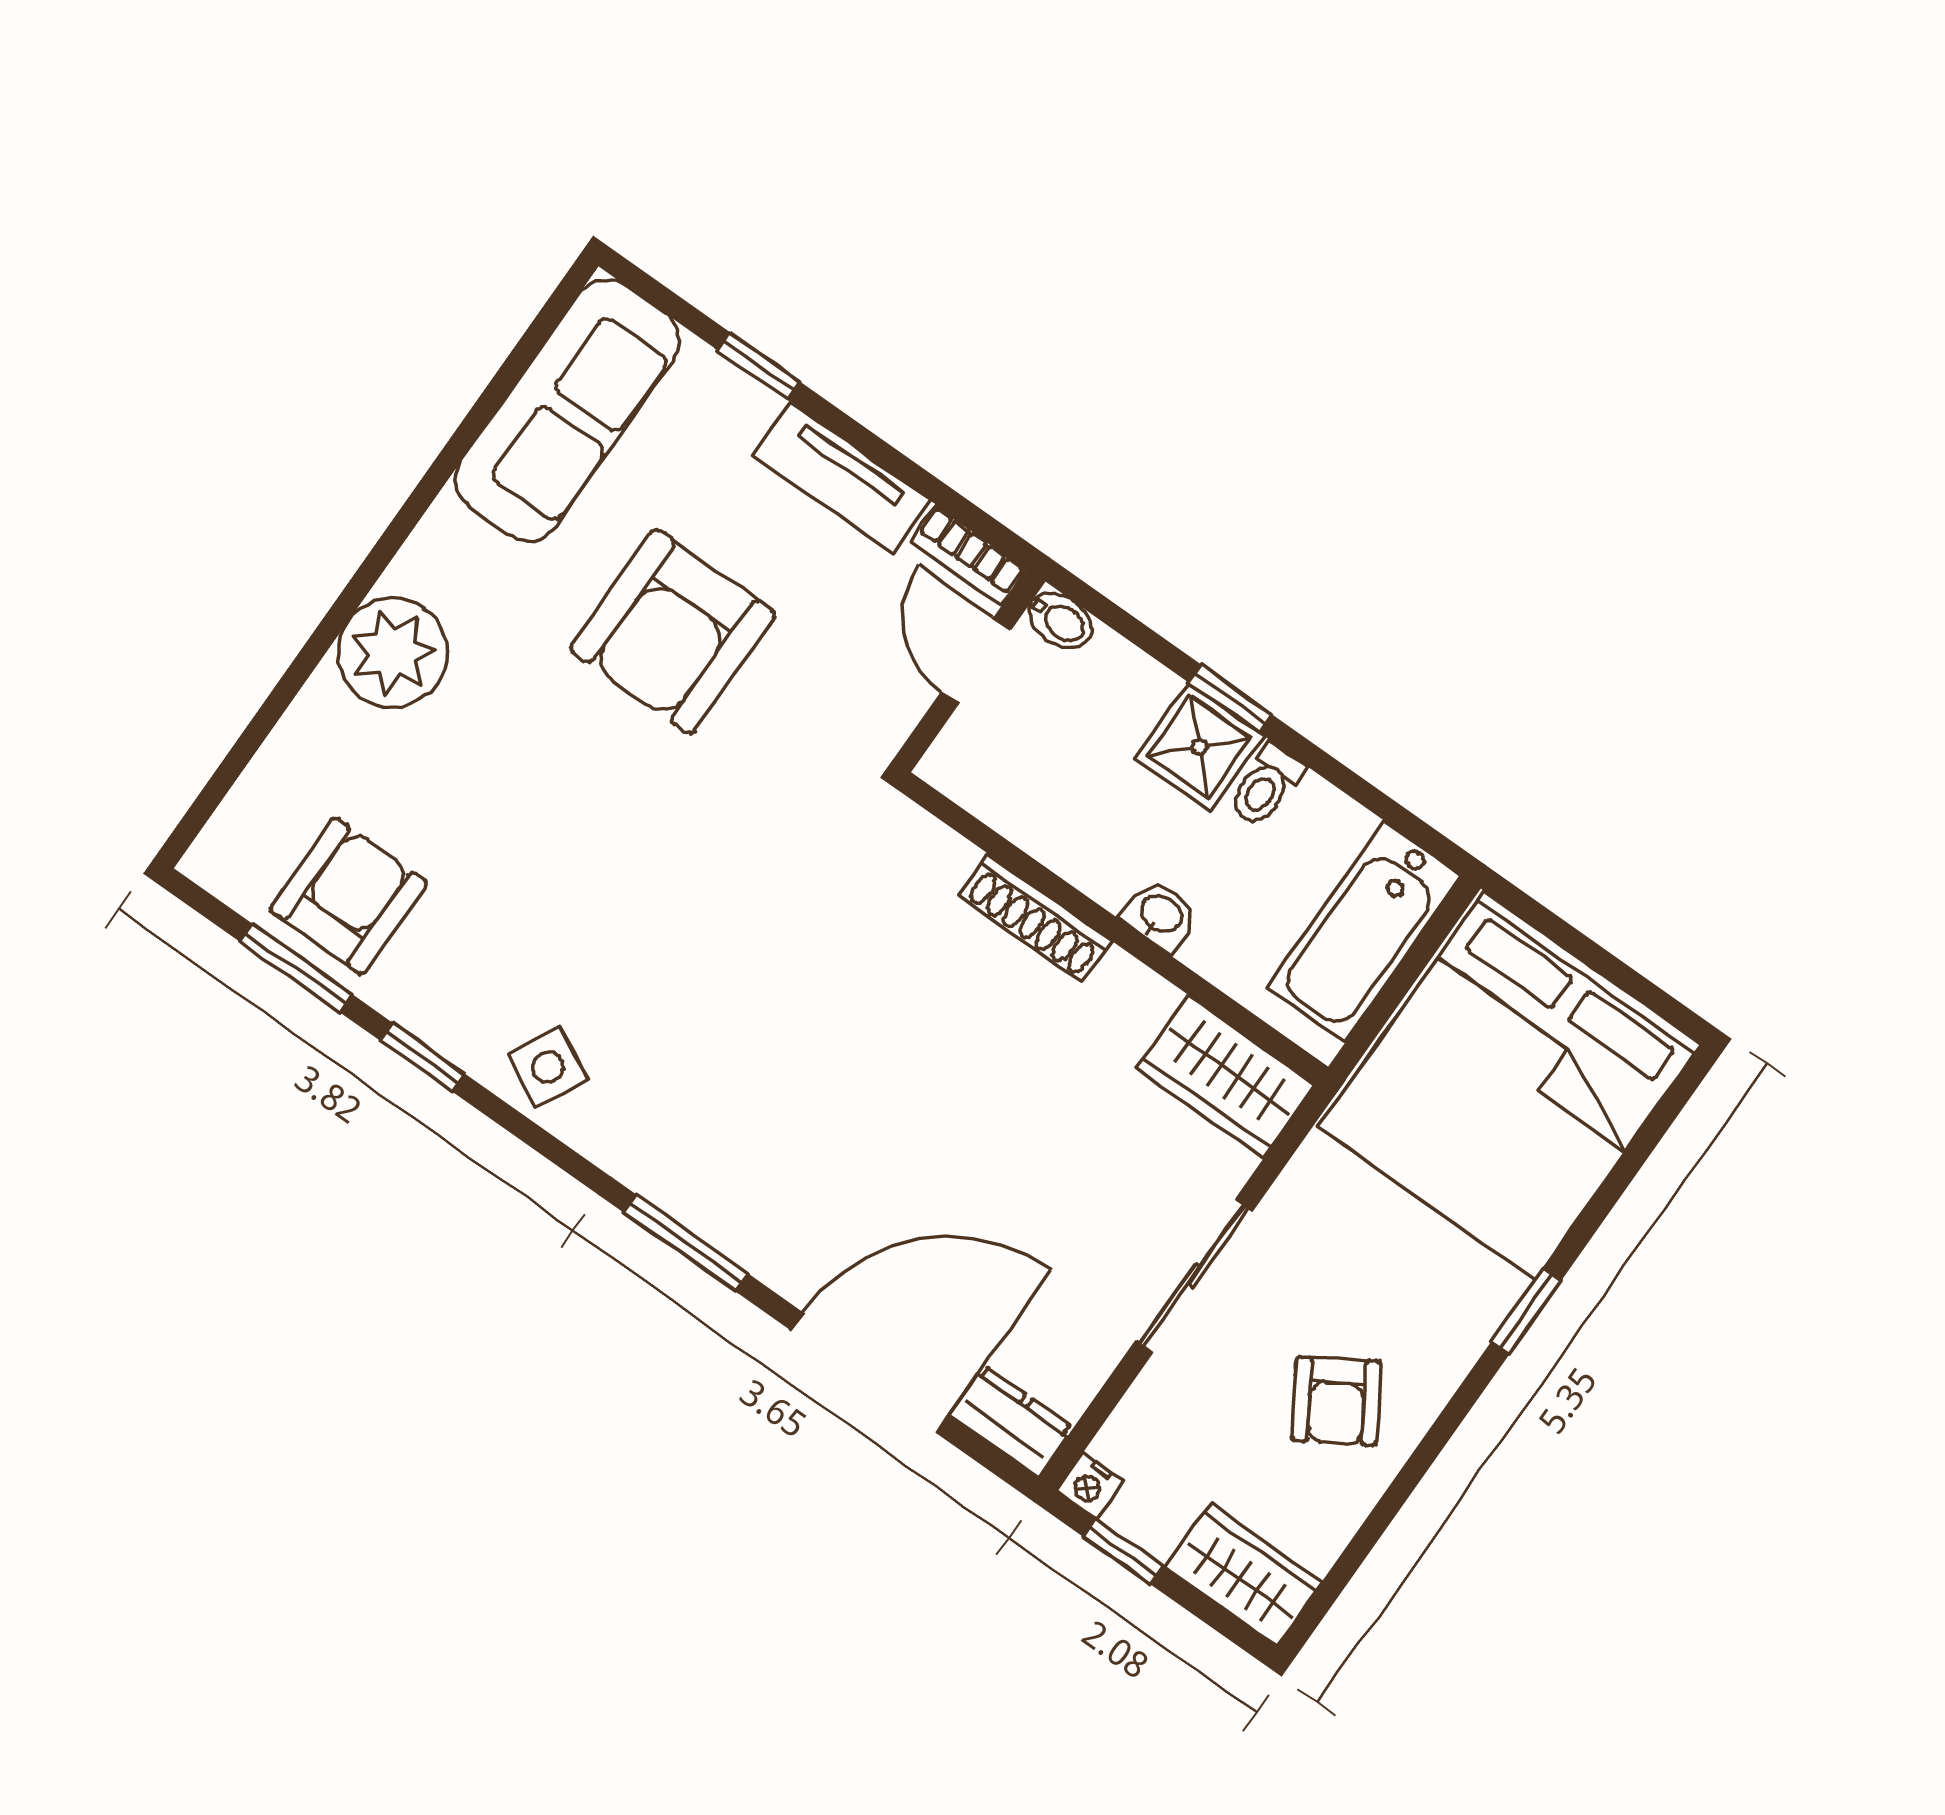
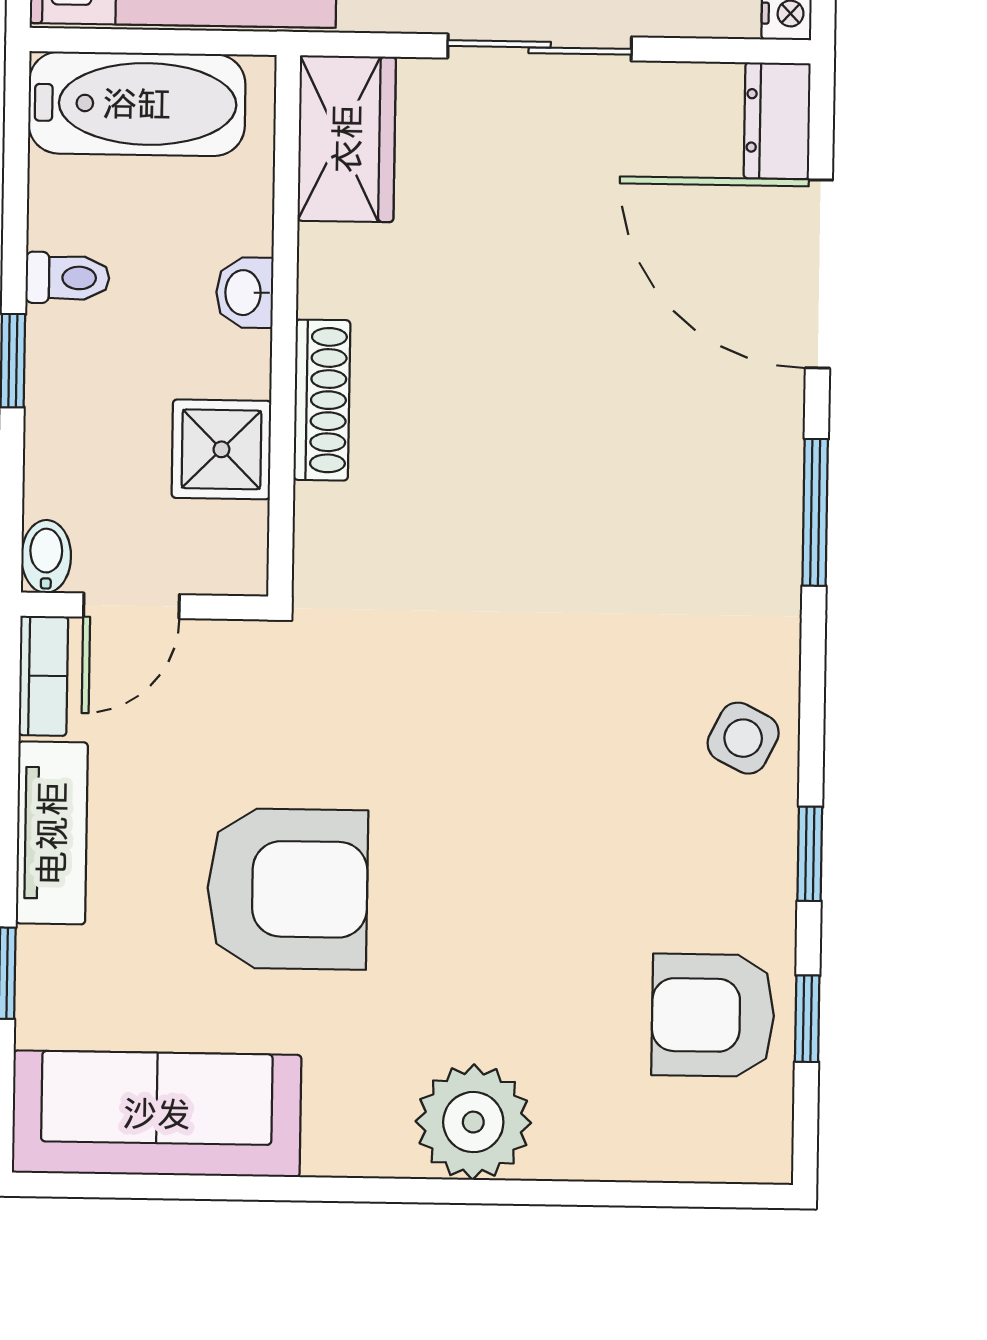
shower: (1199, 747) -> (221, 449), moved
window: (296, 968) -> (807, 1019), width x0.67

